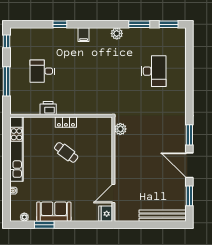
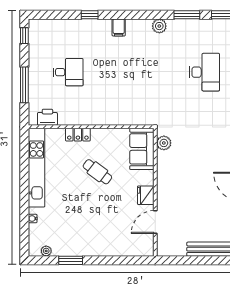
desk: (42, 71) -> (68, 72), turned 180
printer: (48, 108) -> (47, 117), moved
locker: (66, 122) -> (78, 135), moved
sofa: (54, 212) -> (142, 149), moved, turned -90
fridge: (106, 214) -> (146, 195), moved

